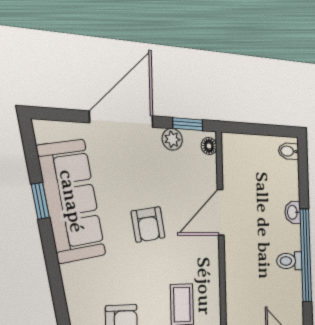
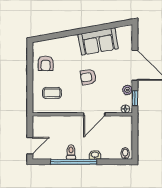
window: (40, 201) -> (98, 28), removed
sofa: (71, 201) -> (98, 41), width x0.73
door: (221, 212) -> (94, 114), swing flipped

